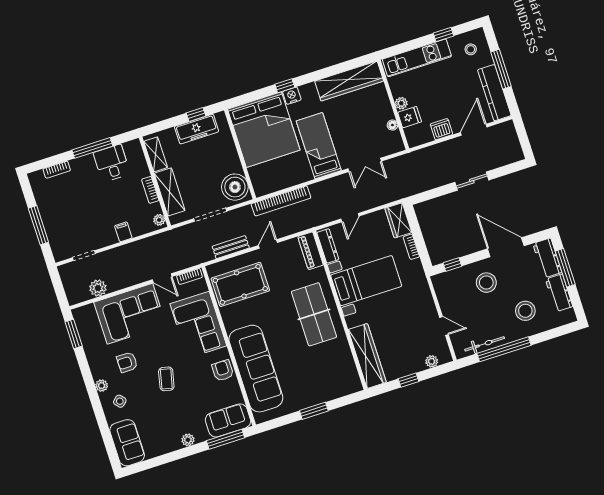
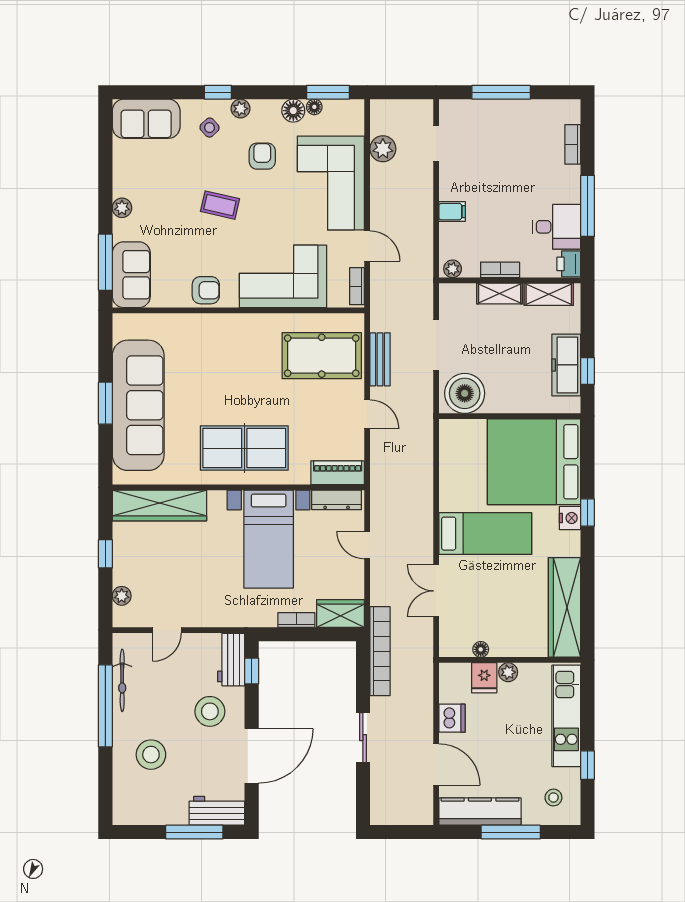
printer: (133, 148) -> (569, 264), added
shelving: (170, 192) -> (500, 293), width x0.67, depth x0.75
bookcase: (281, 201) -> (380, 651), moved, turned 180
door: (162, 278) -> (367, 246), swing flipped
pool table: (240, 284) -> (322, 356), turned 90
workbench: (559, 293) -> (231, 660), moved, turned -90
floor lamp: (86, 340) -> (314, 107), added
floor lamp: (92, 352) -> (293, 111), added
sofa: (256, 369) -> (138, 405), moved, turned -90
window: (96, 403) -> (218, 92), added

